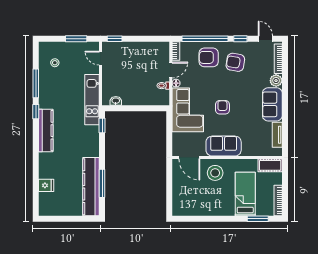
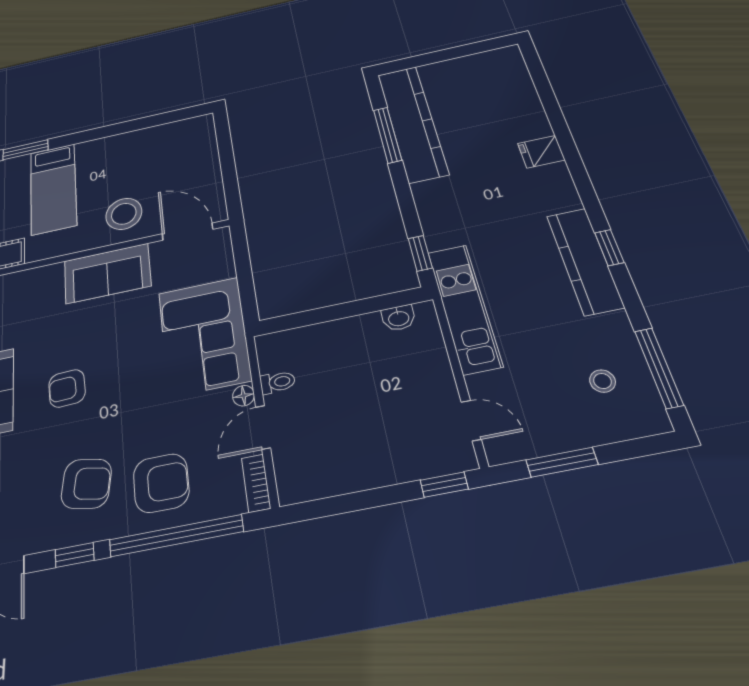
window: (36, 83) -> (659, 368), moved
armchair: (222, 107) -> (67, 388), moved, turned 87
kitchen counter: (46, 131) -> (585, 261), moved
fridge: (46, 185) -> (541, 152), moved

